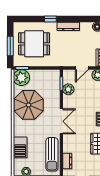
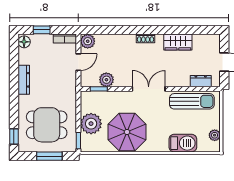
window: (50, 19) -> (14, 136), moved
dining table: (34, 44) -> (47, 125), turned 90
door: (82, 68) -> (78, 62), hinge flipped
plant: (21, 78) -> (91, 124), moved

